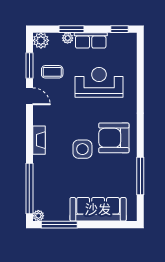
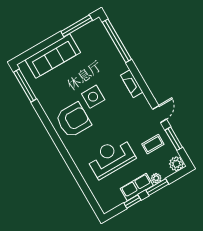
window: (119, 29) -> (132, 202), moved
reception desk: (99, 82) -> (111, 157), turned 180
door: (29, 96) -> (160, 114), swing flipped
window: (140, 176) -> (25, 86), moved
plant: (38, 216) -> (97, 23), removed

